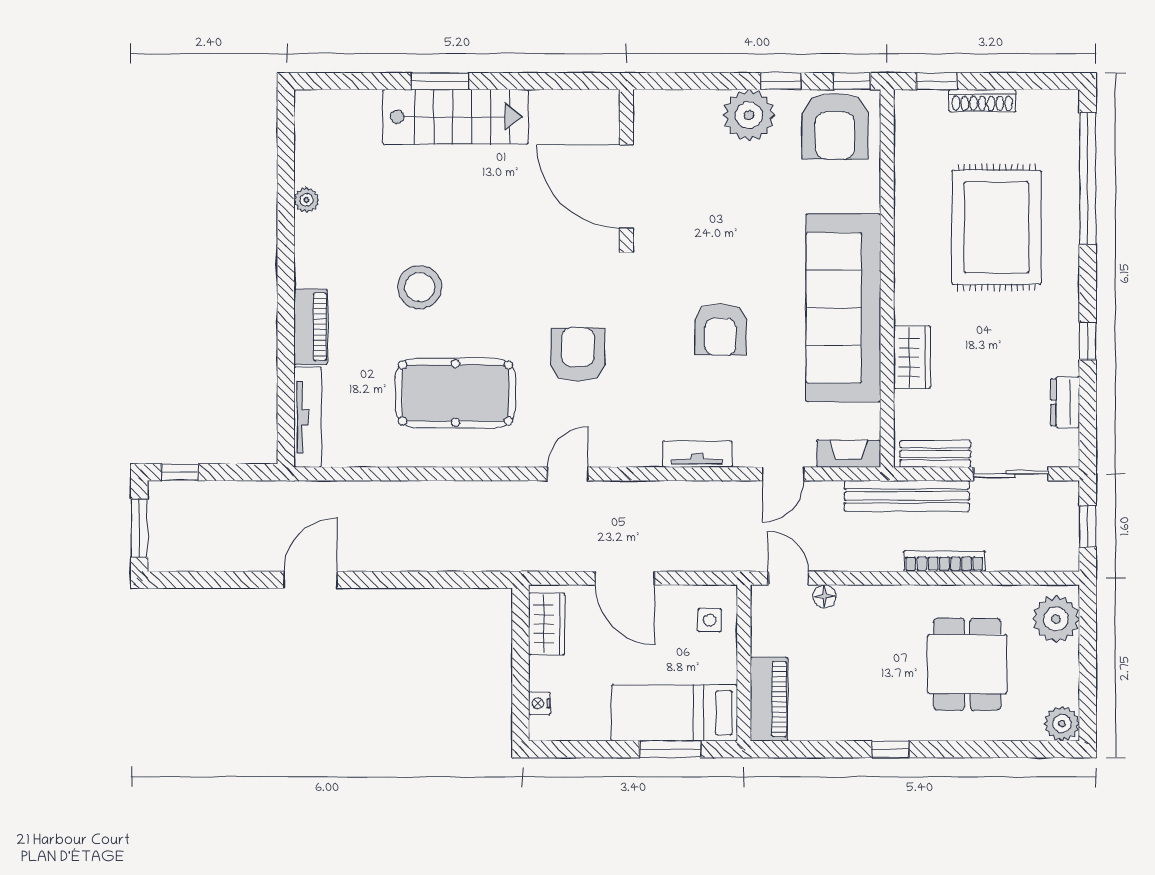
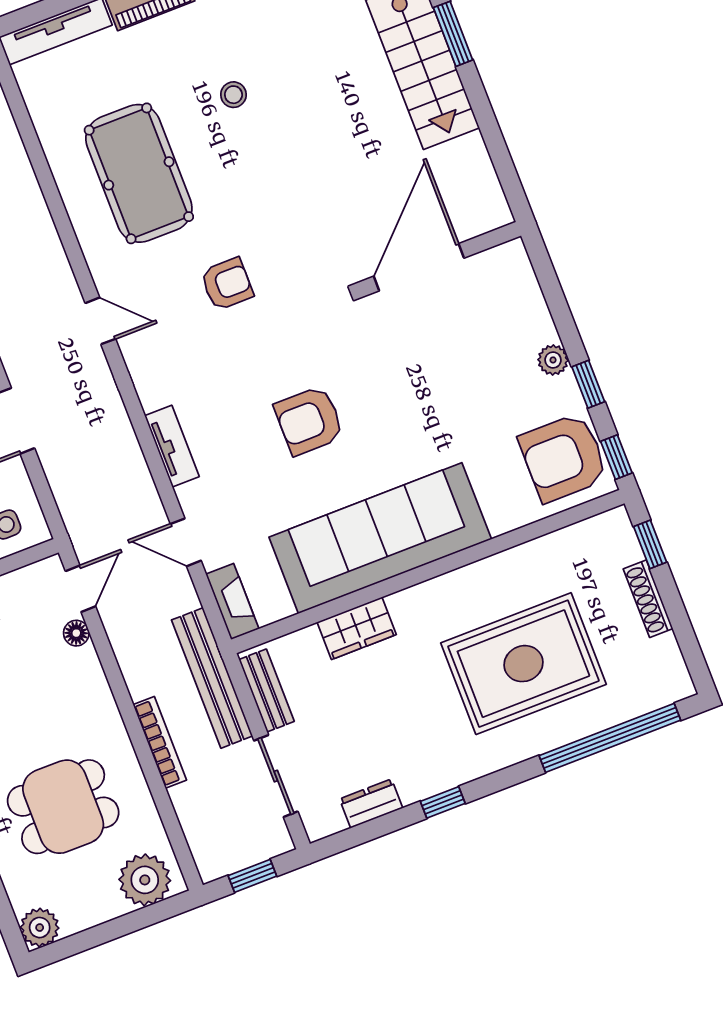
plant: (749, 115) -> (553, 360), width x0.53, depth x0.53
stool: (420, 287) -> (233, 95), width x0.53, depth x0.53
armchair: (578, 355) -> (227, 284), width x0.72, depth x0.72

